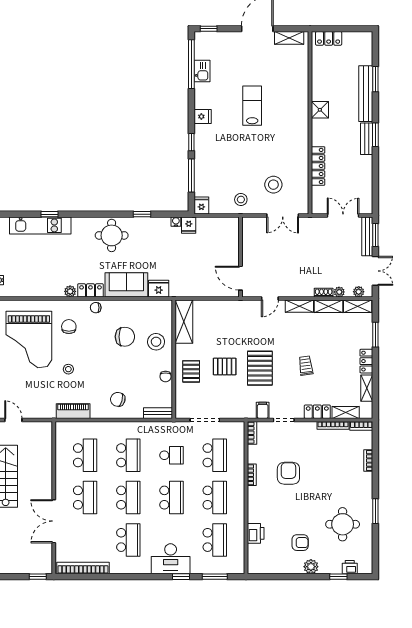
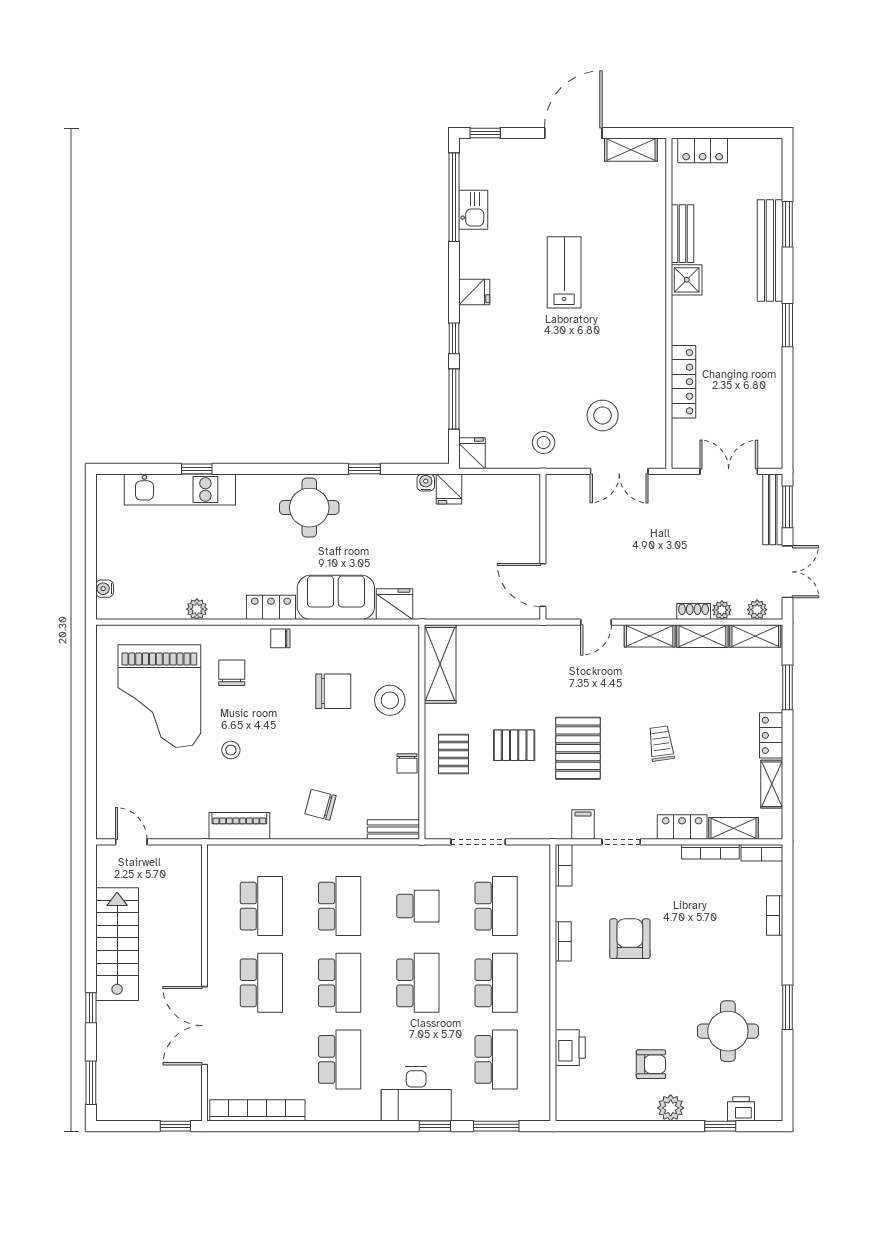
bench: (367, 139) -> (682, 234), moved
plant: (70, 291) -> (197, 609), moved

